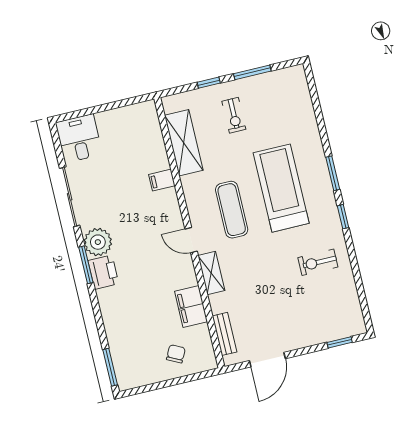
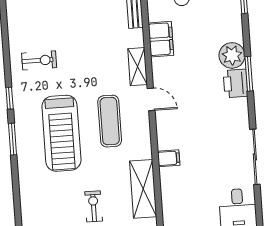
plant: (98, 242) -> (232, 55), moved
window: (86, 265) -> (249, 74), moved

